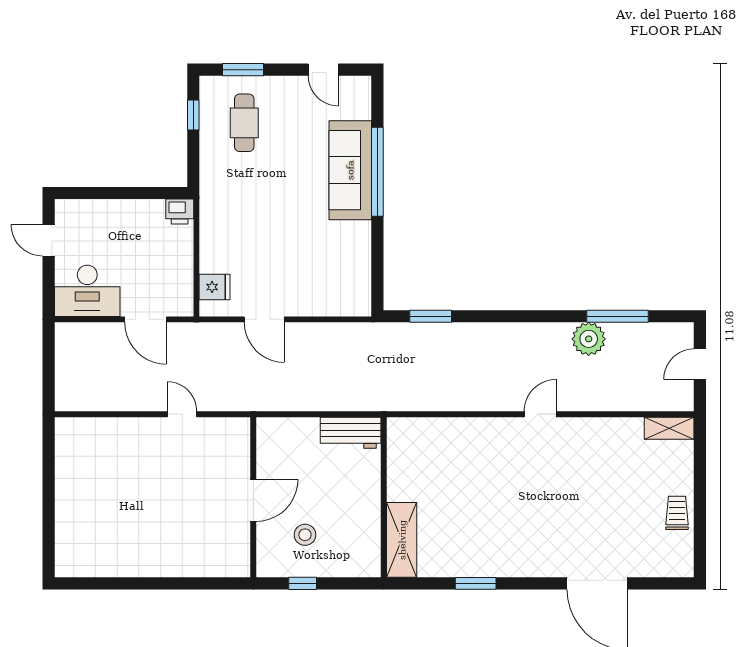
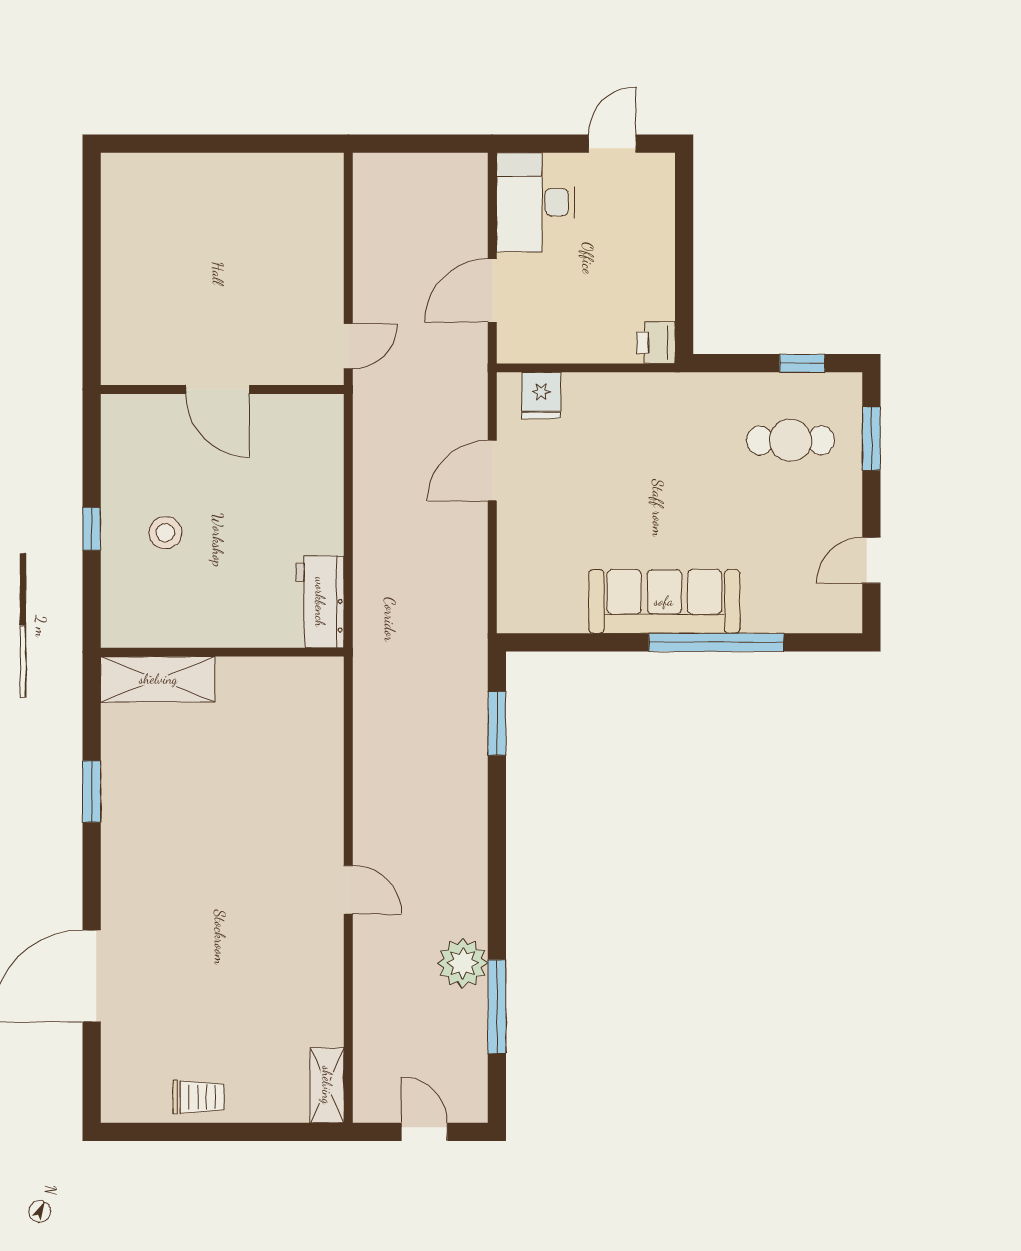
sofa: (350, 170) -> (664, 601), moved
wall: (253, 497) -> (222, 389), moved
door: (253, 500) -> (218, 389), moved

